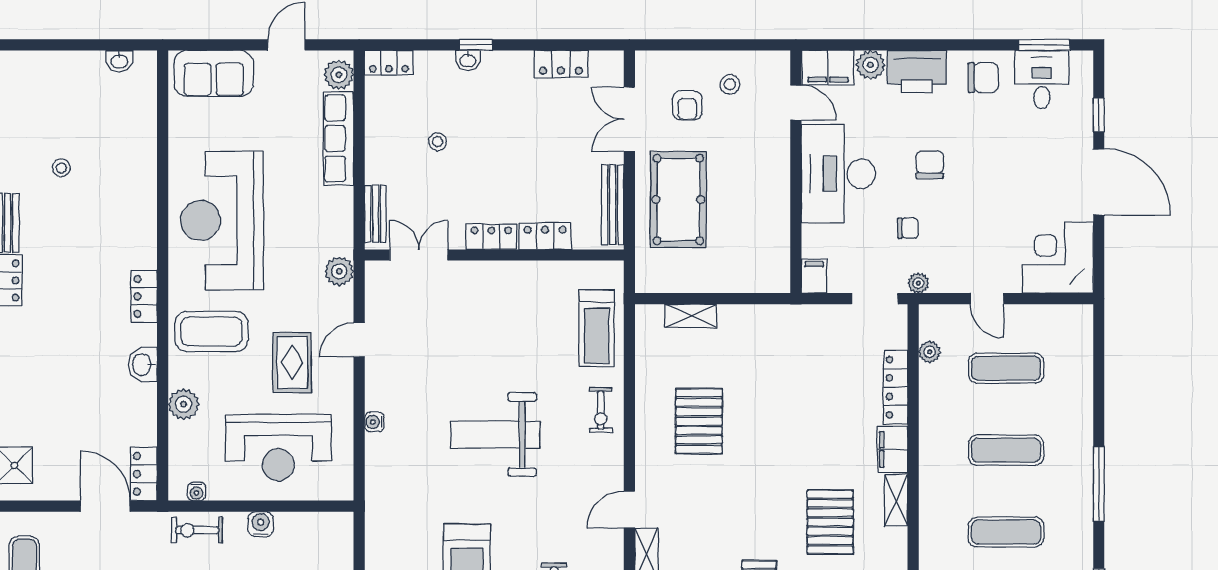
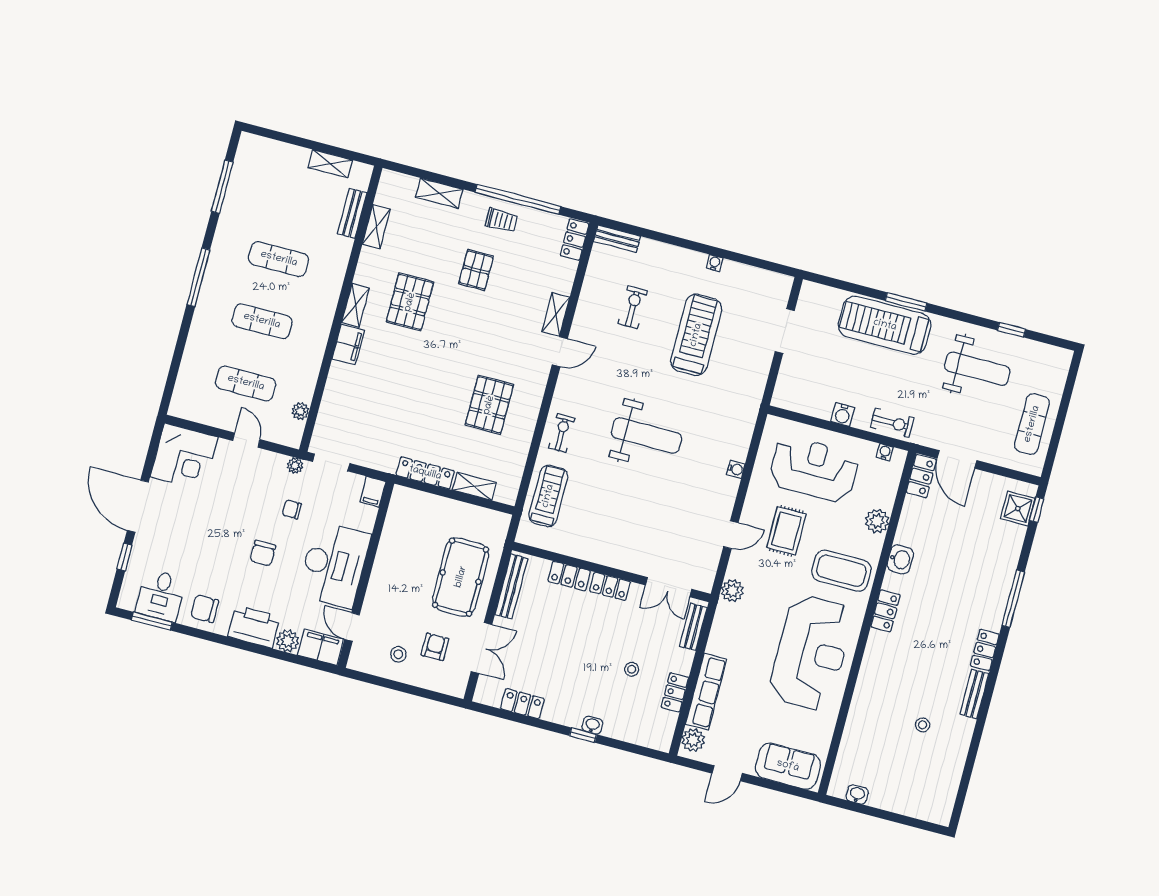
locker: (389, 63) -> (675, 692), moved, turned -90
locker: (896, 387) -> (425, 473), moved, turned -90

